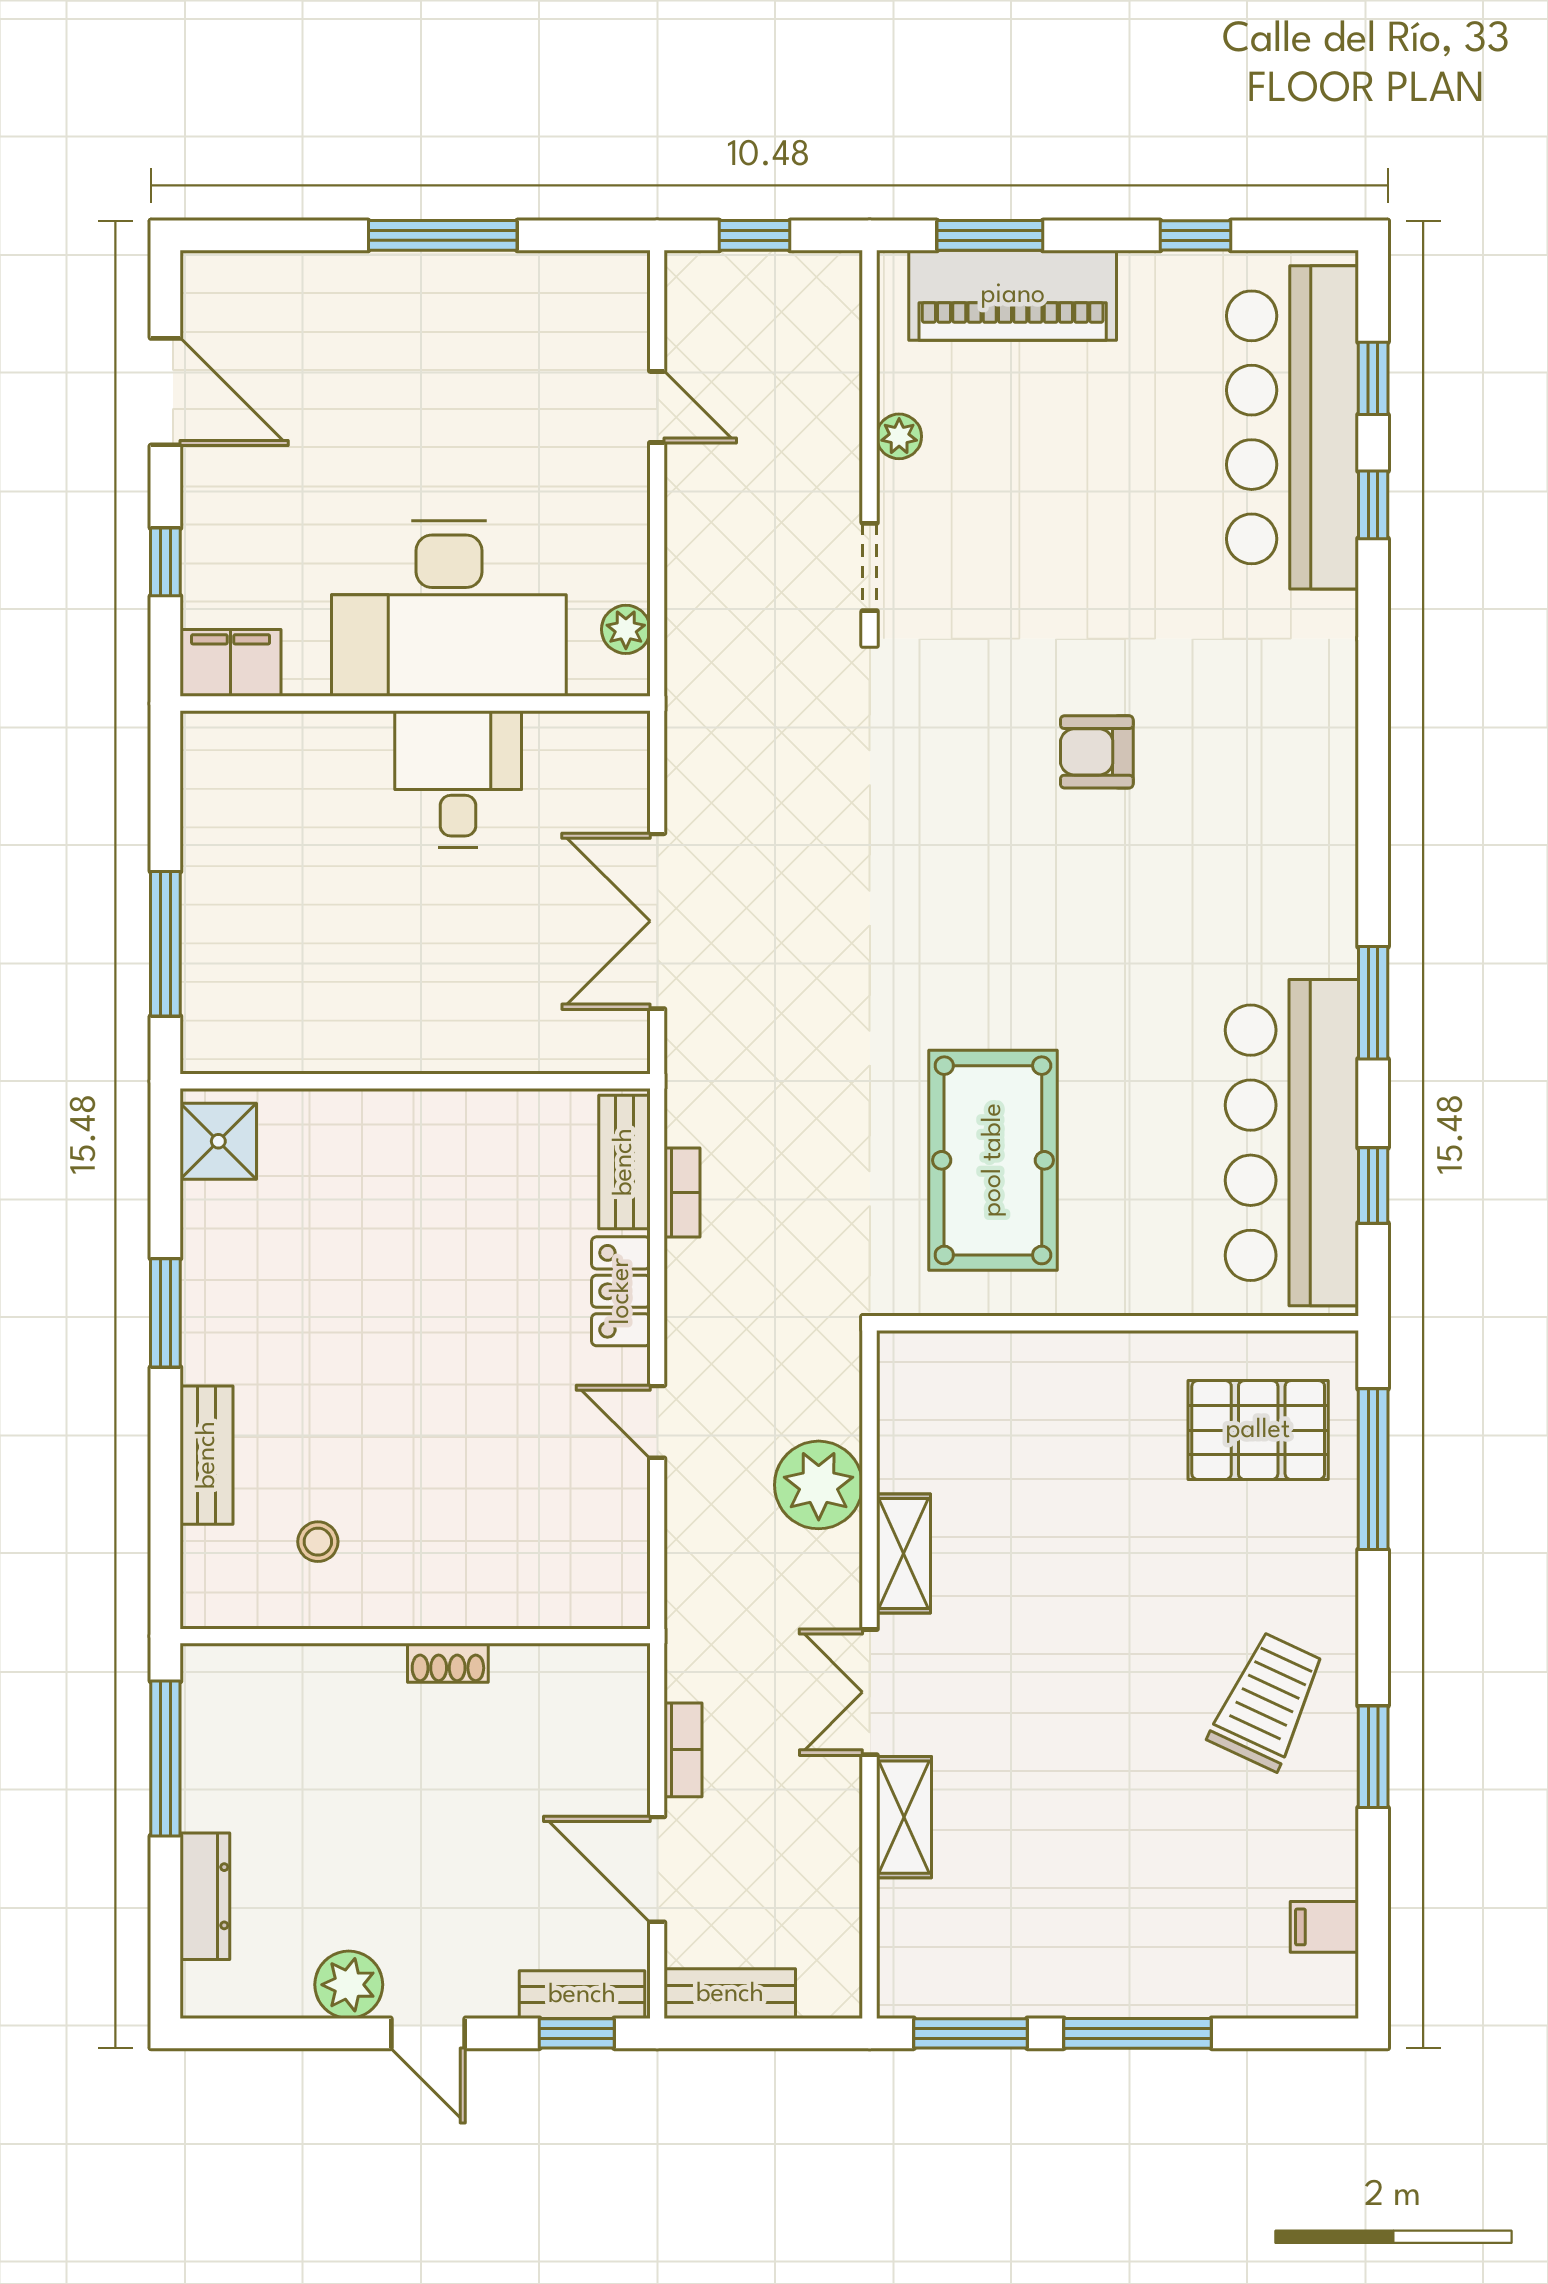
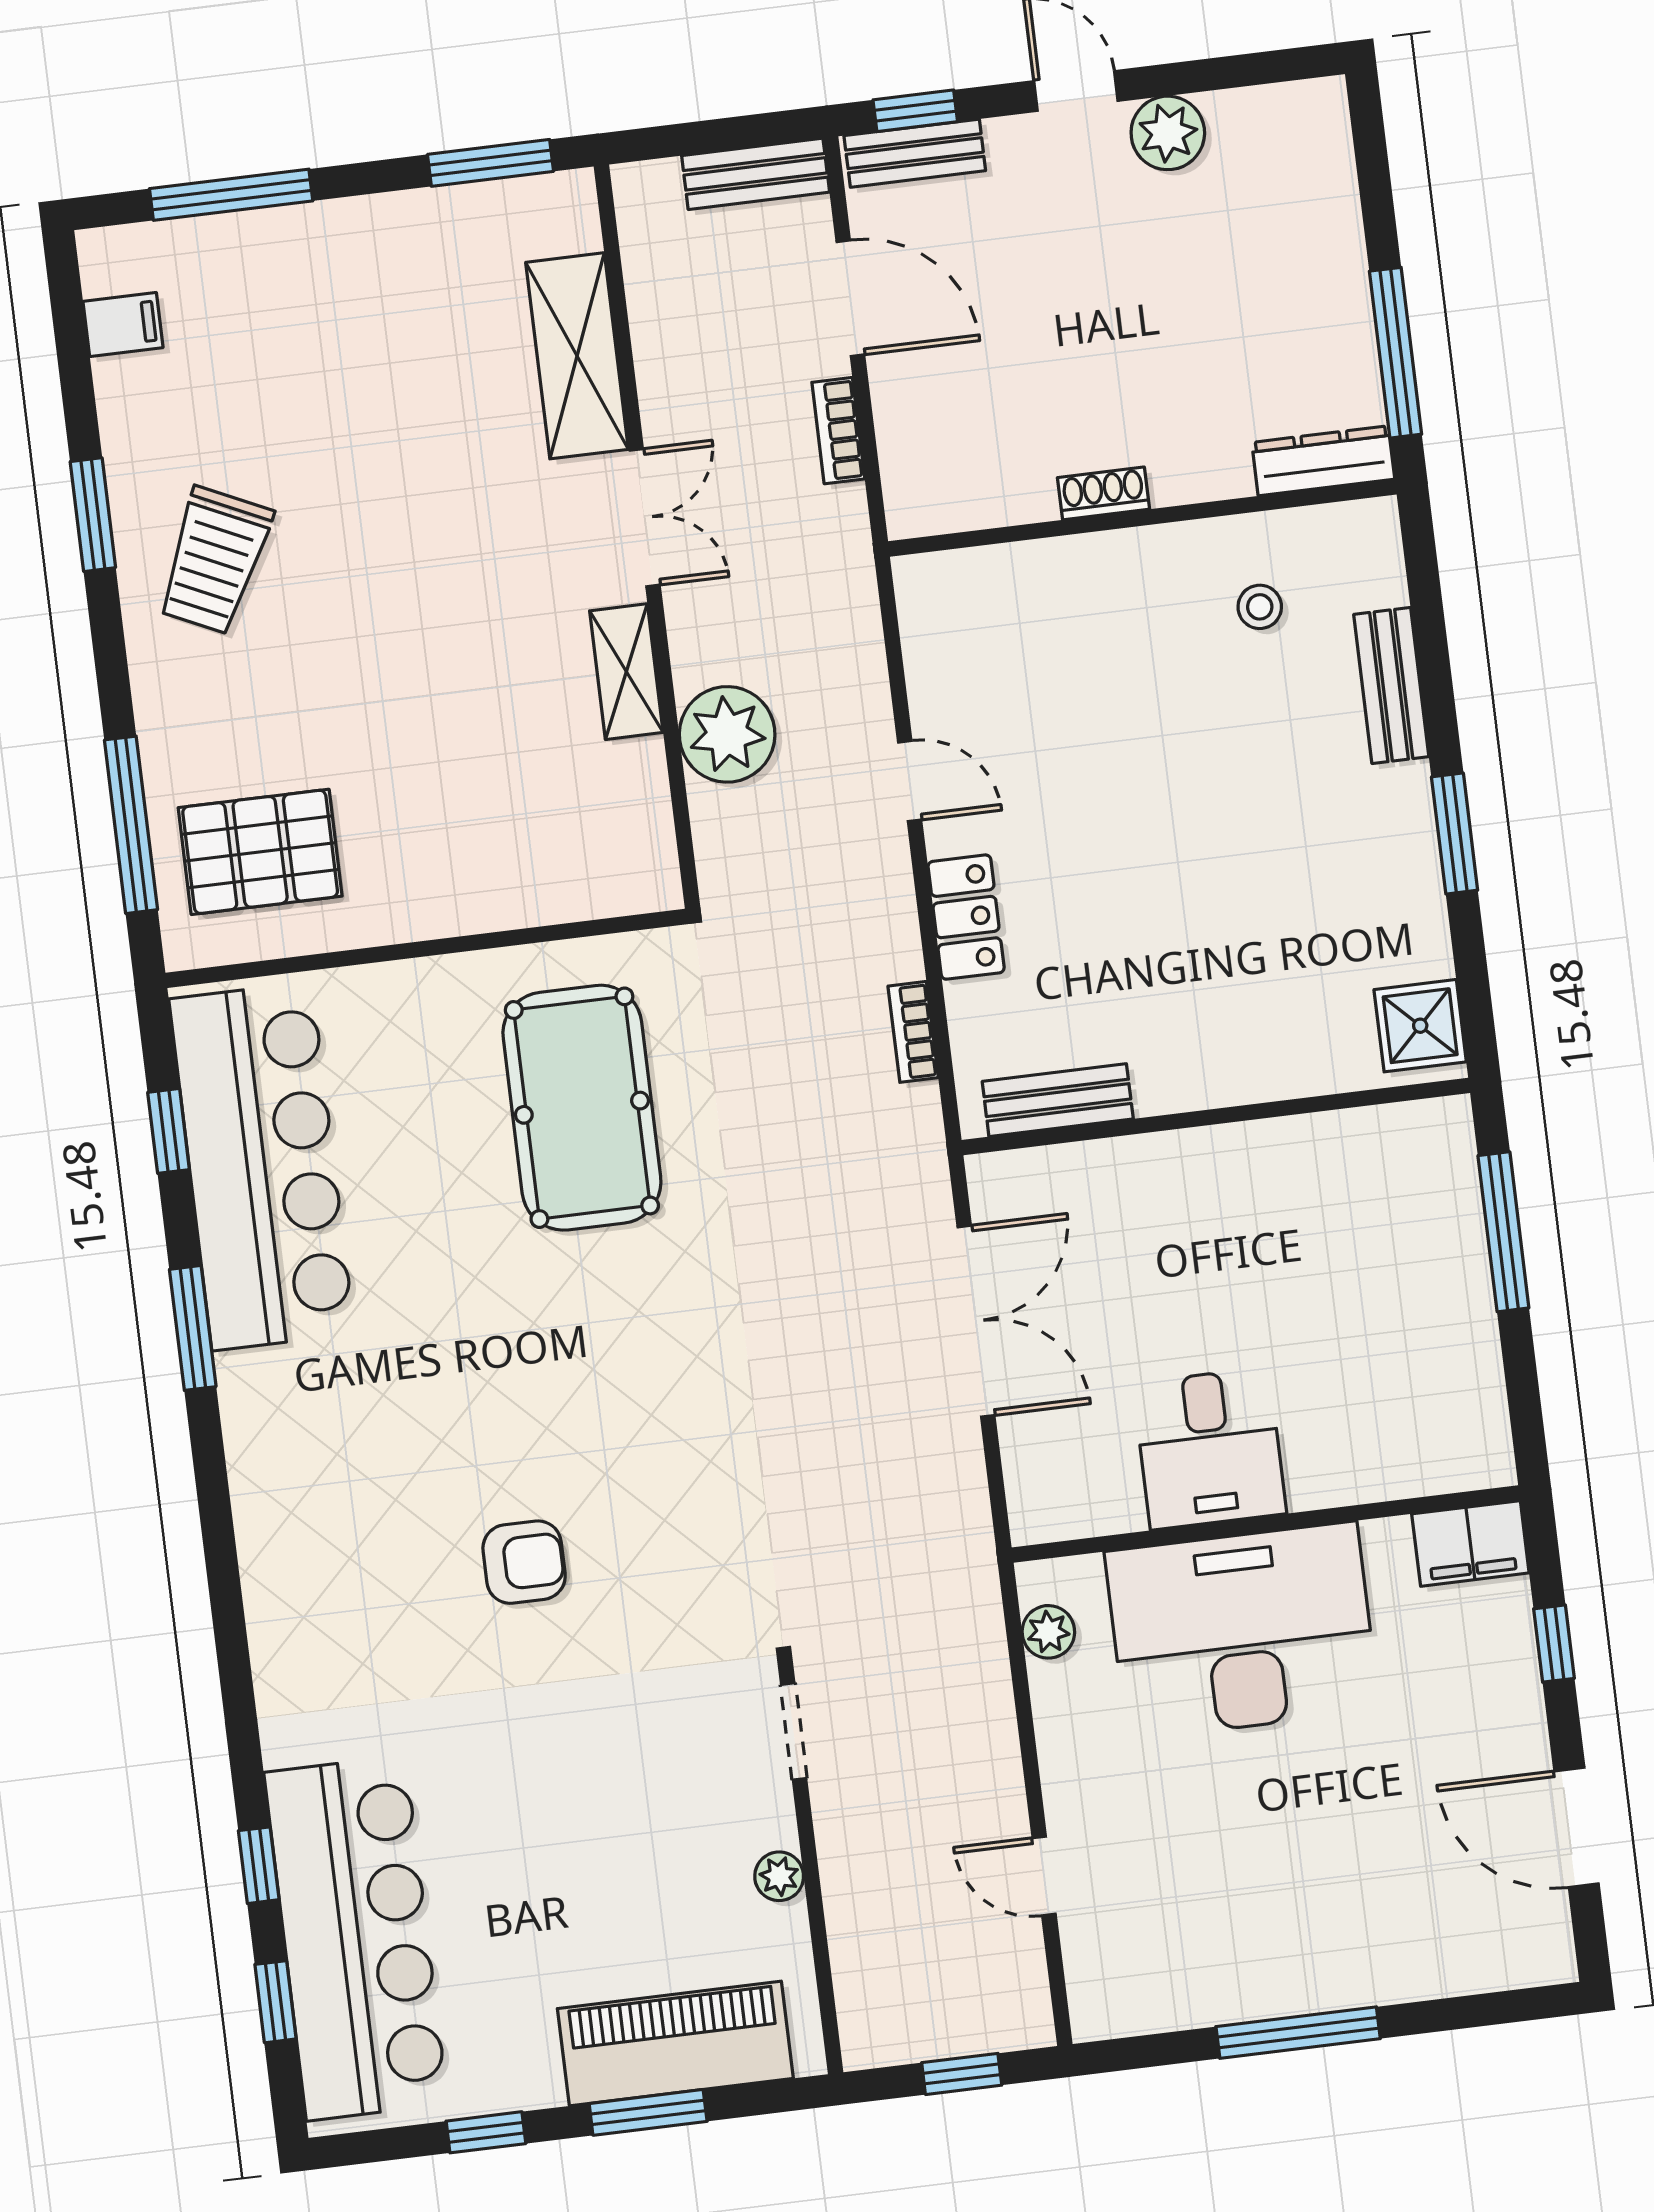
window: (990, 235) -> (648, 2112), moved
bench: (624, 1162) -> (1058, 1100), moved, turned 90
shelving: (904, 1817) -> (577, 356), width x1.50, depth x1.33
dresser: (205, 1896) -> (1323, 461), moved, turned 90
window: (1138, 2033) -> (231, 195), moved

